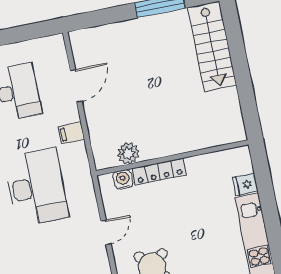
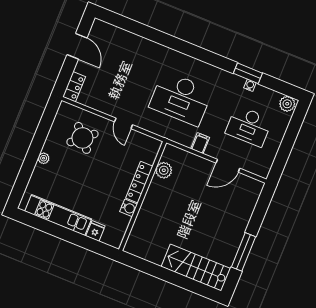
door: (76, 86) -> (228, 166), hinge flipped
water cooler: (123, 179) -> (129, 208), moved

